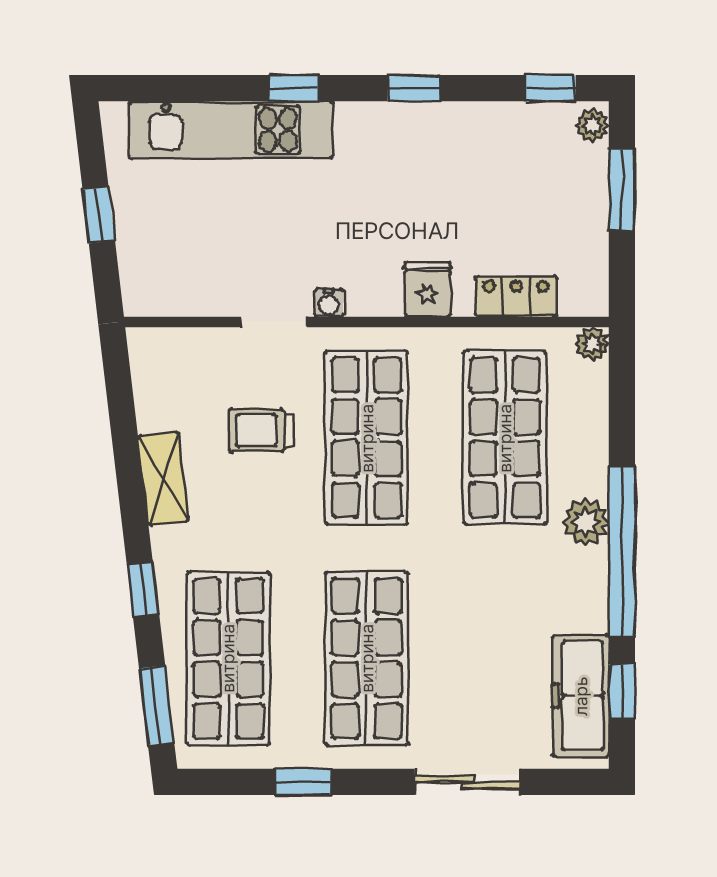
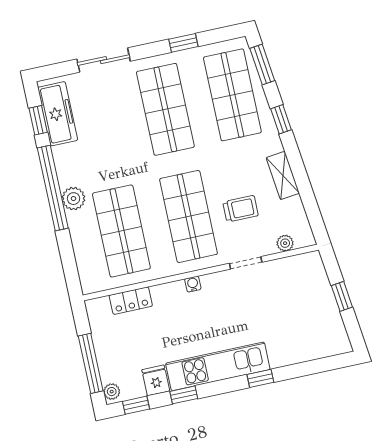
window: (414, 88) -> (184, 395), moved
kitchen unit: (231, 130) -> (218, 366), moved
window: (622, 190) -> (91, 363), width x1.44
fridge: (428, 289) -> (156, 380), moved, turned 180
water cooler: (329, 303) -> (193, 284), moved
plant: (592, 344) -> (285, 243), moved

